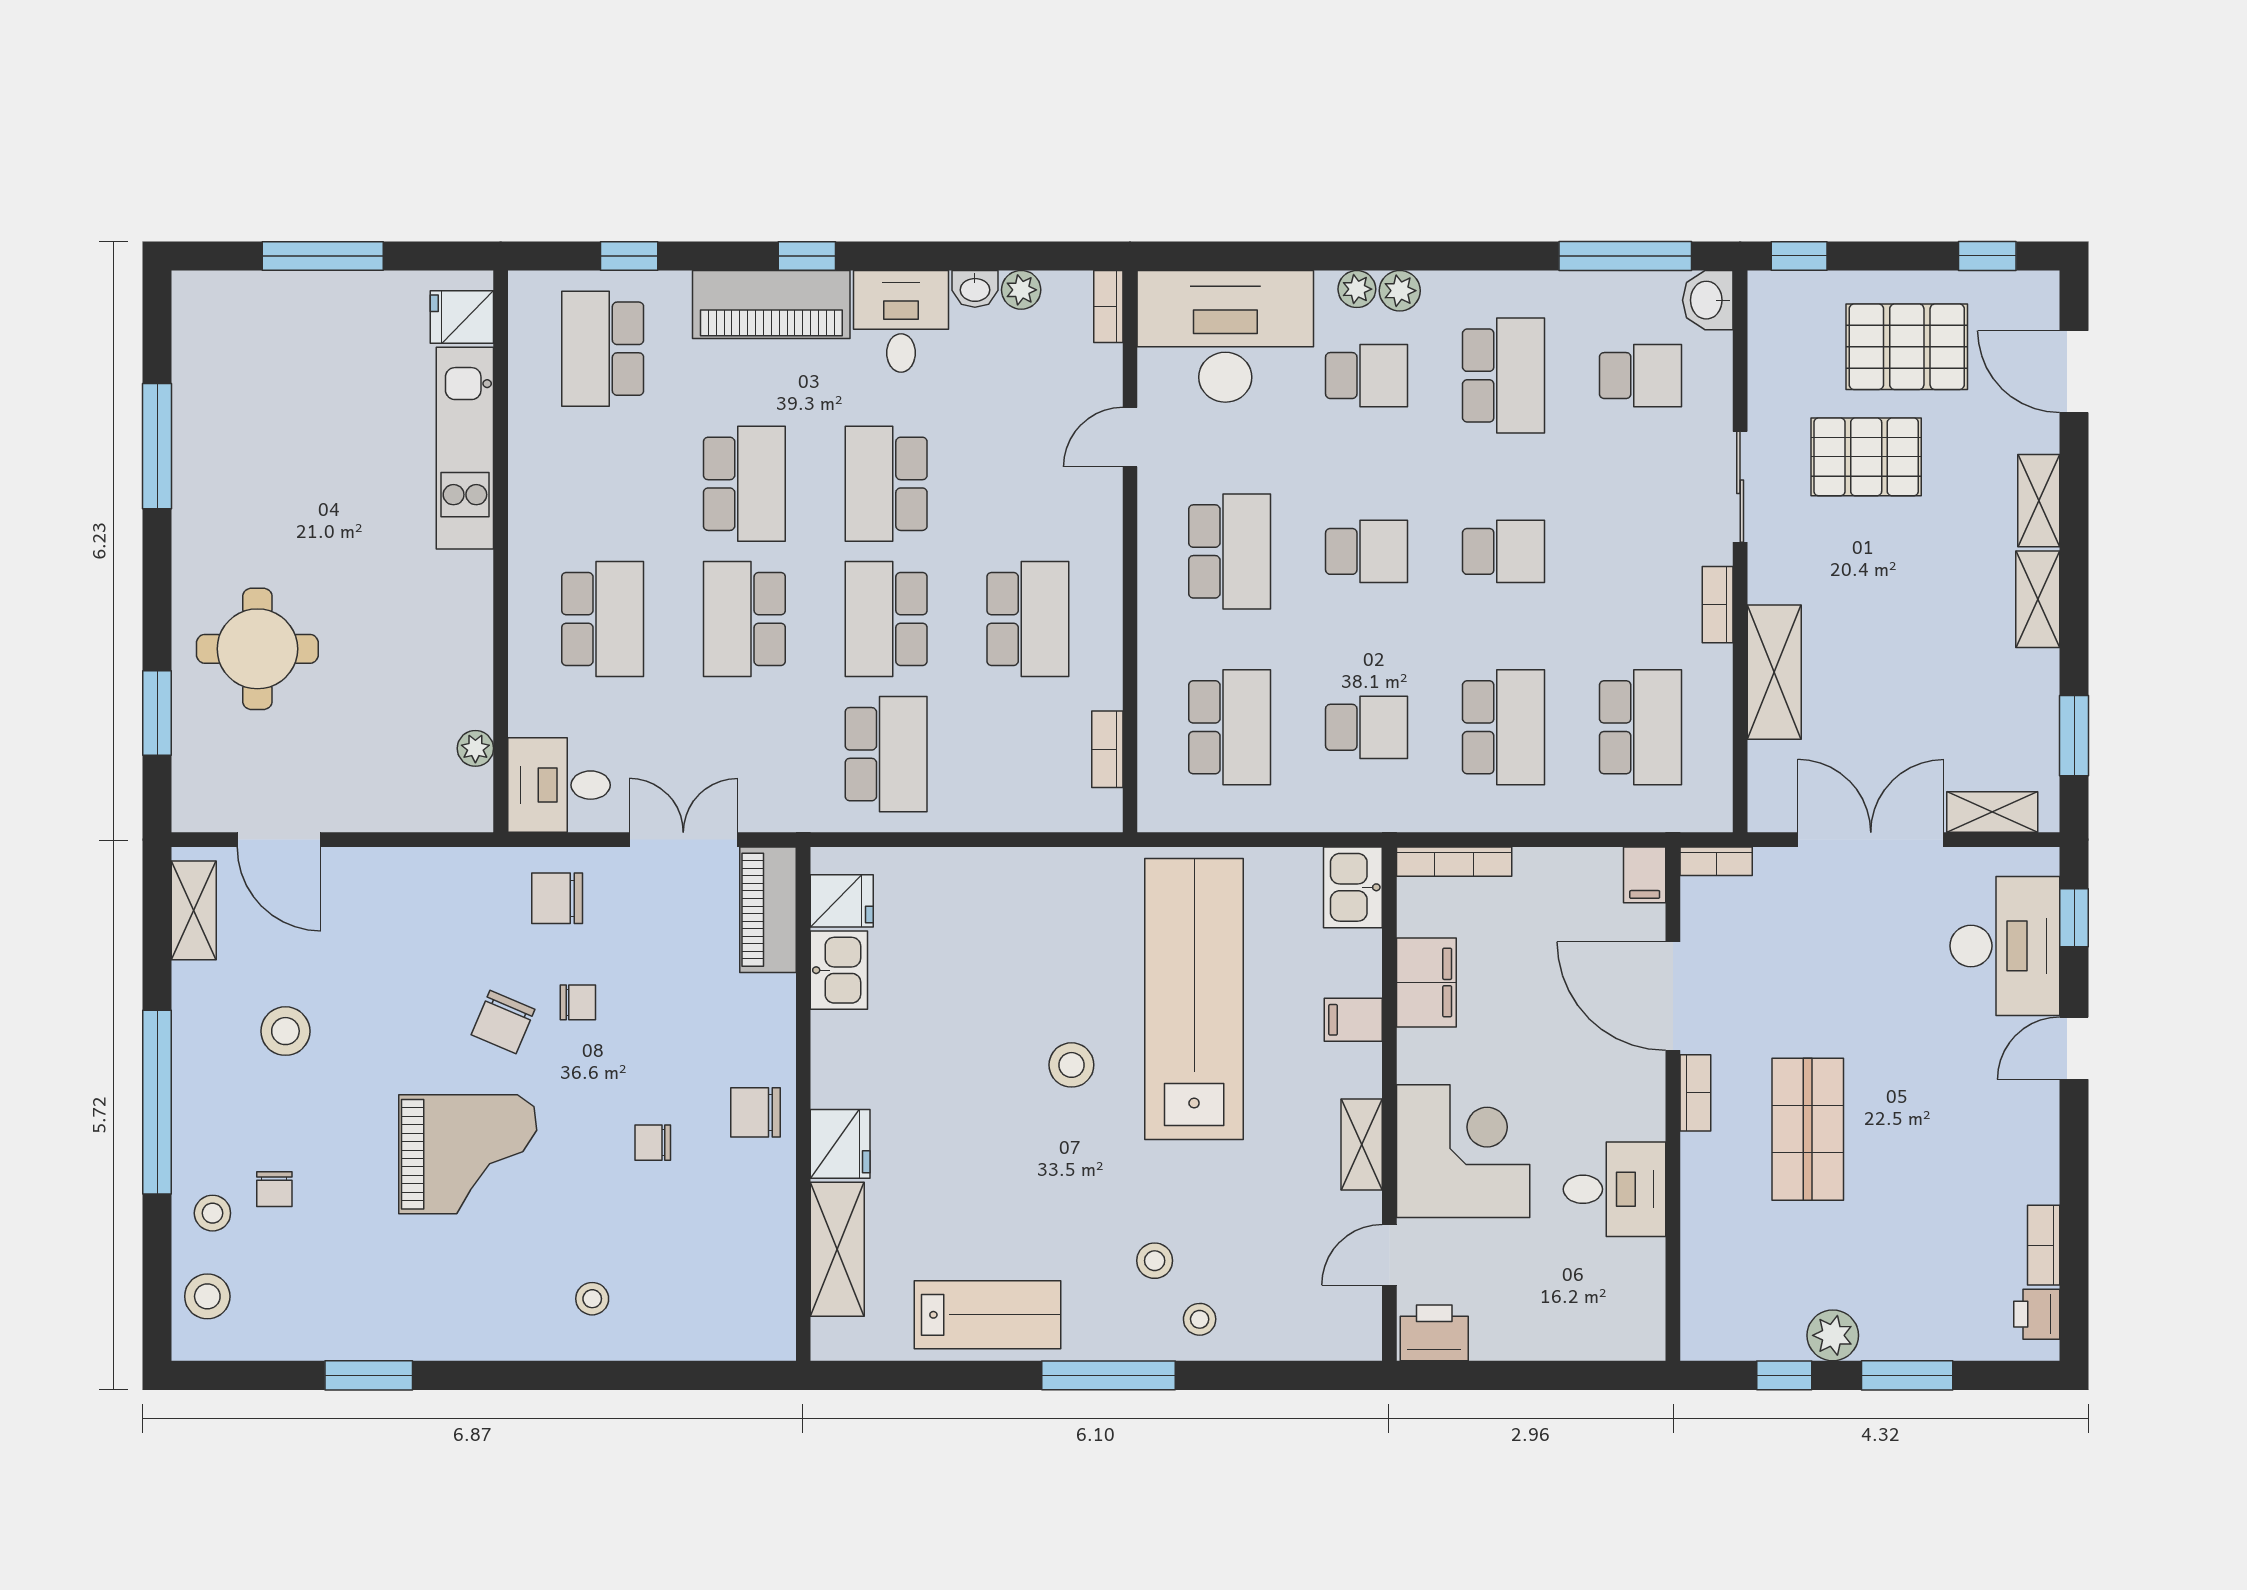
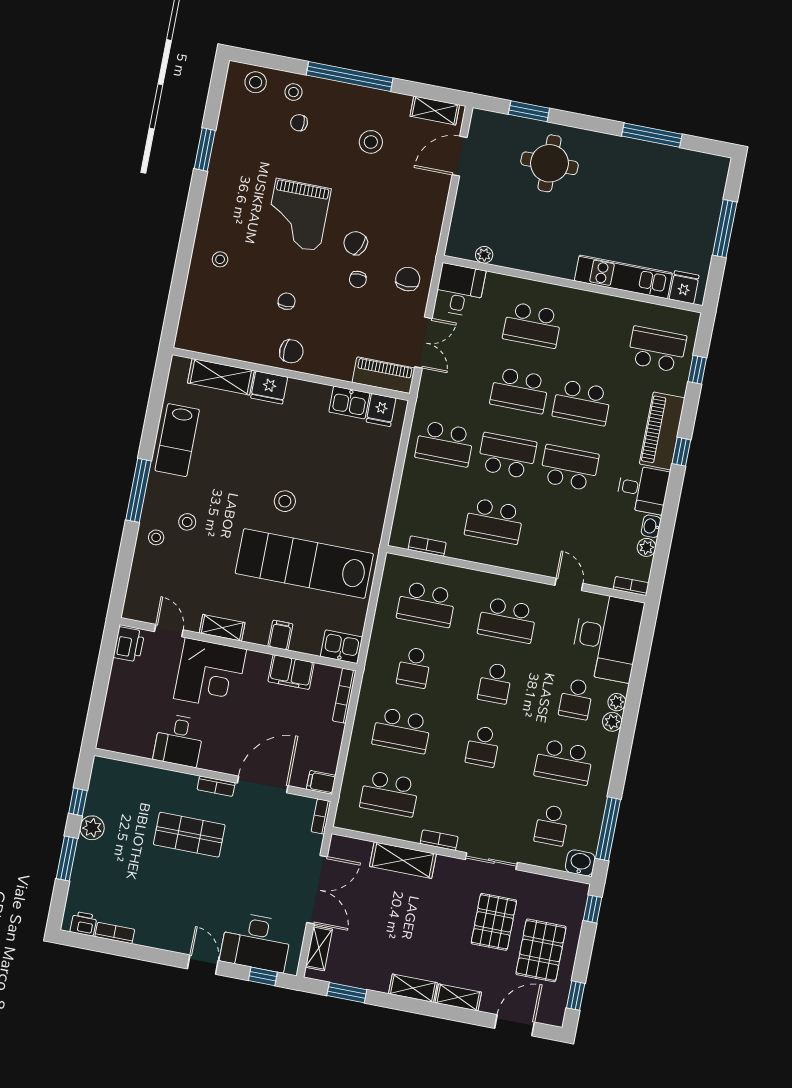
school desk: (744, 619) -> (520, 390), turned 180
lab bench: (1194, 999) -> (304, 564), turned 180
chair: (756, 1112) -> (291, 351), turned 93

